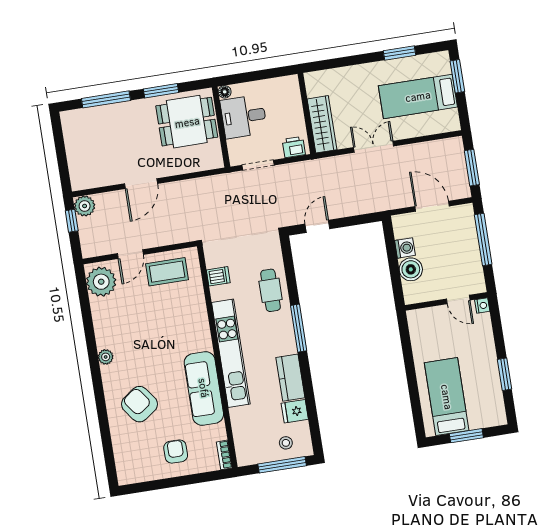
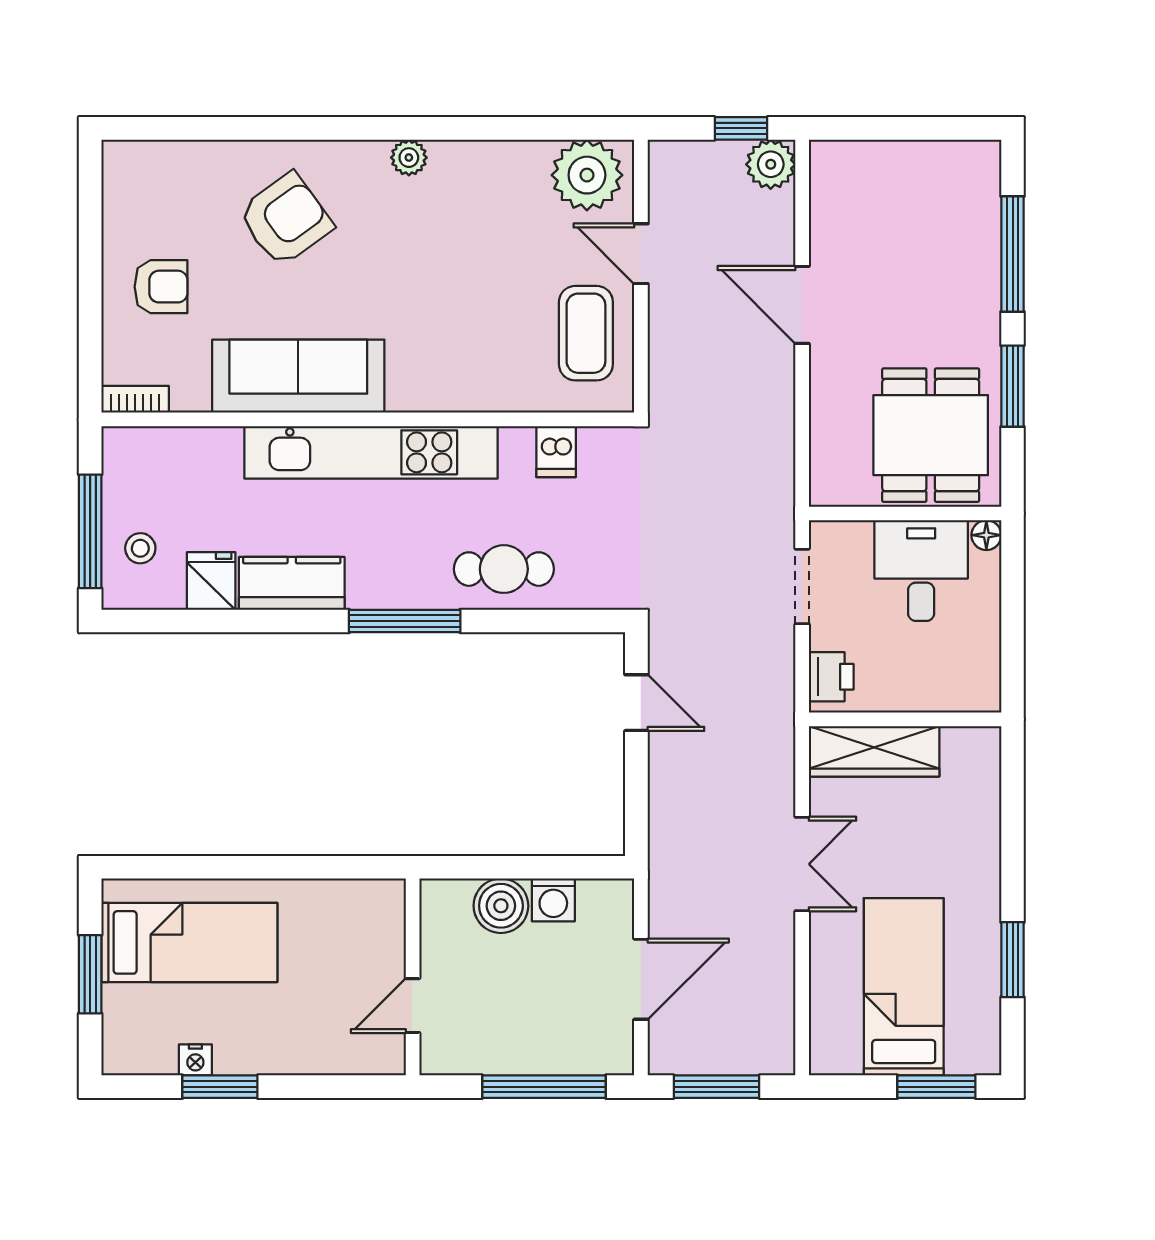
nightstand: (482, 306) -> (195, 1060), moved

